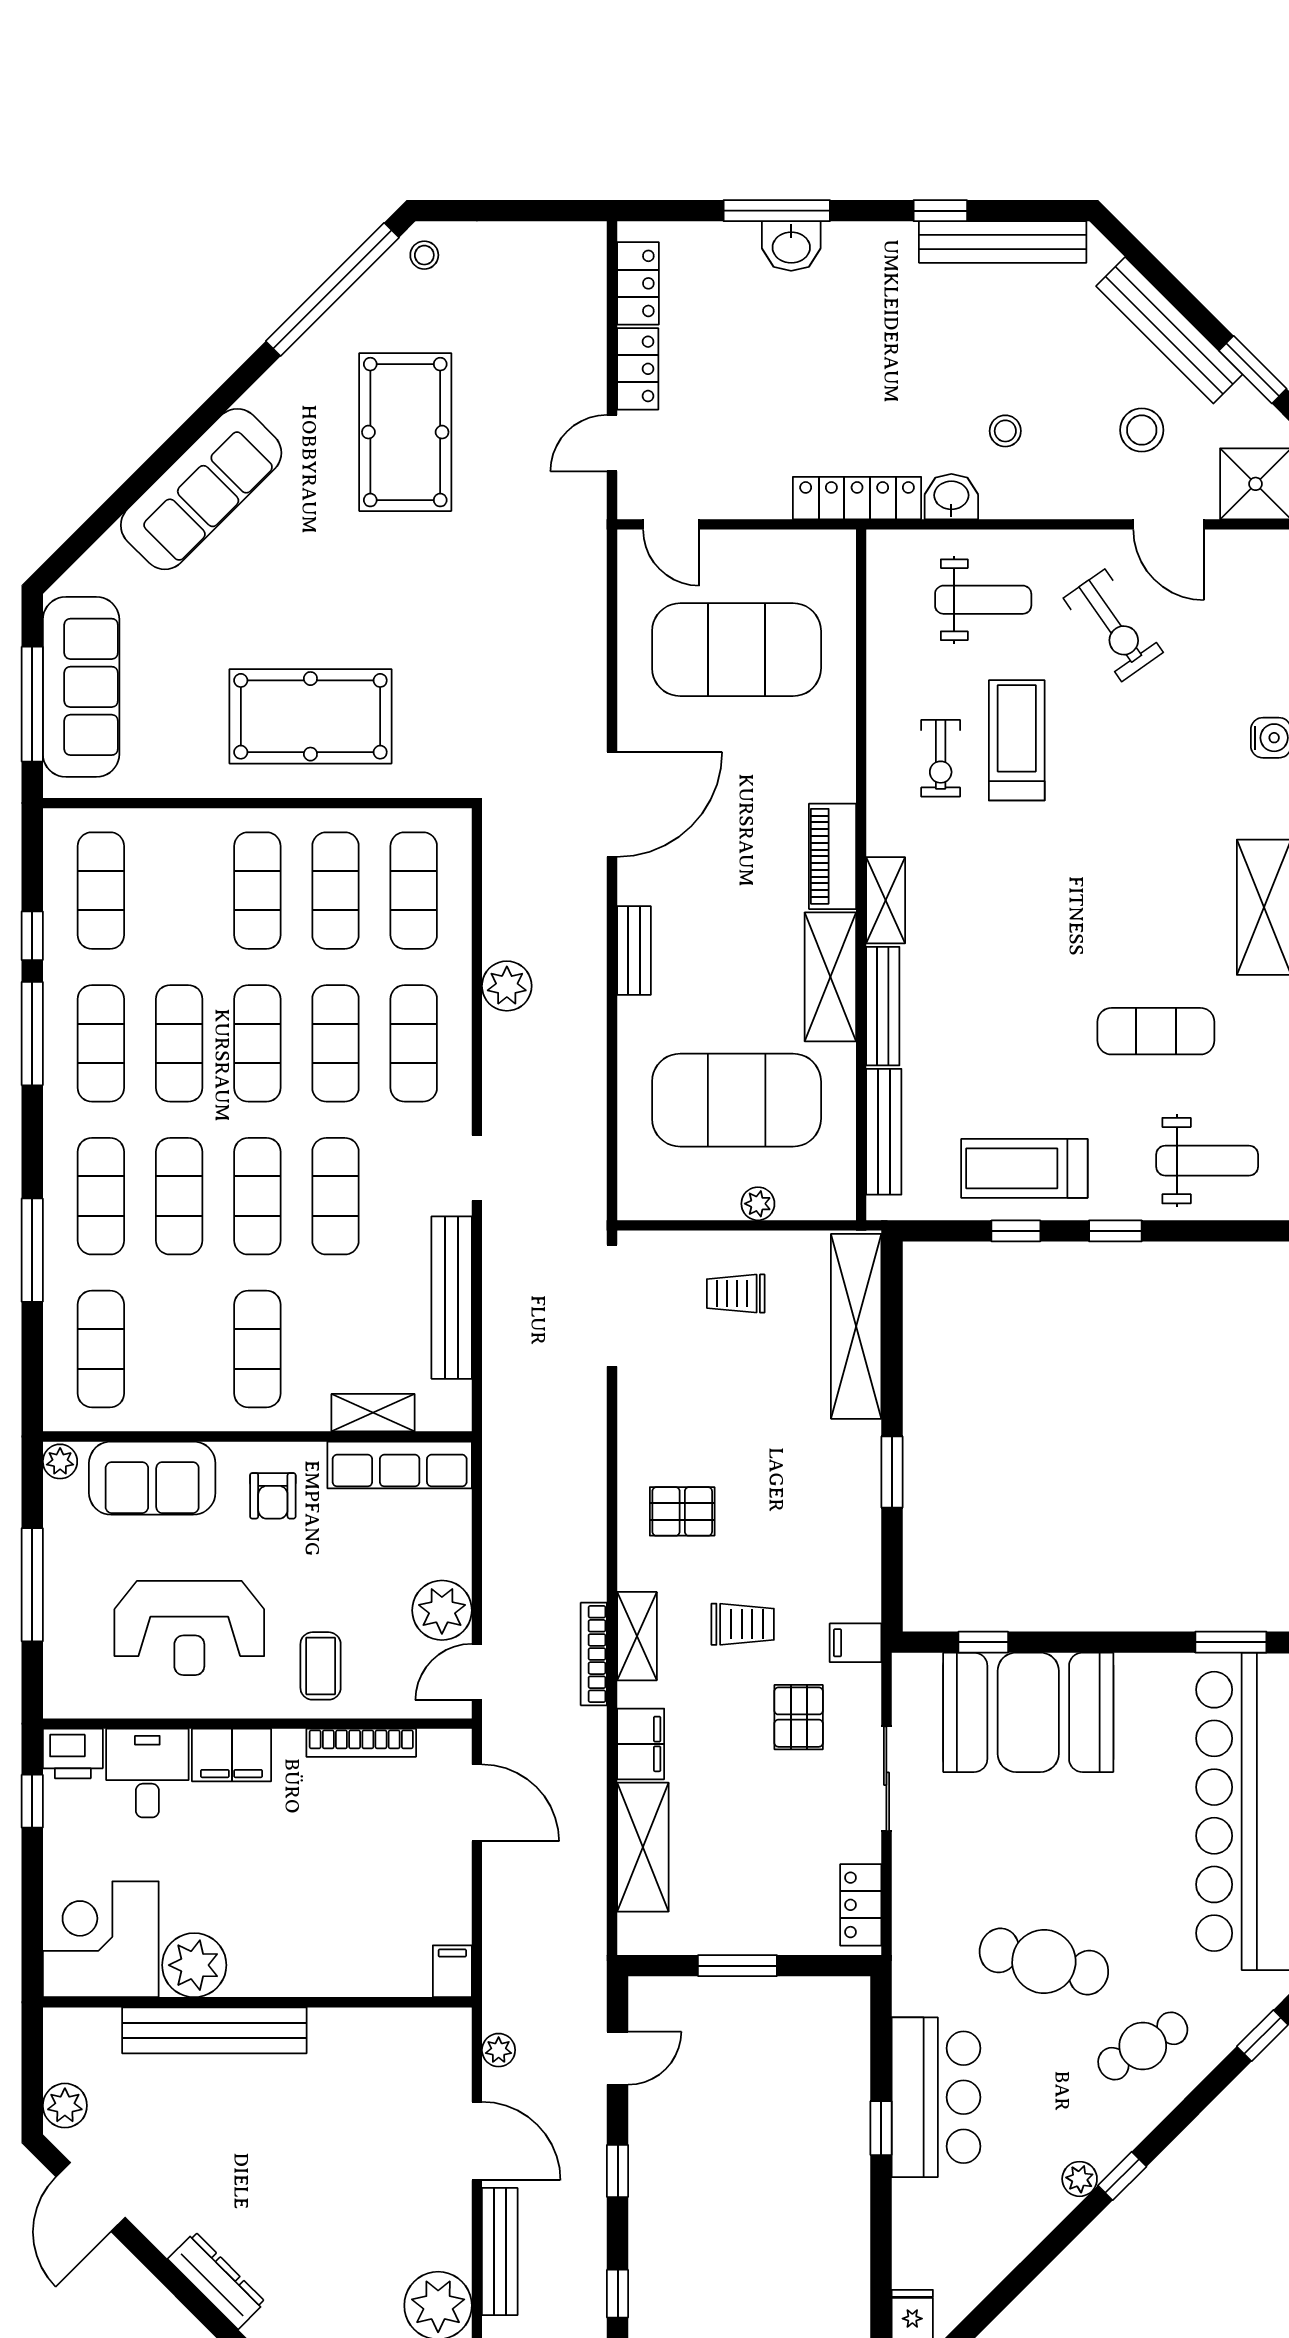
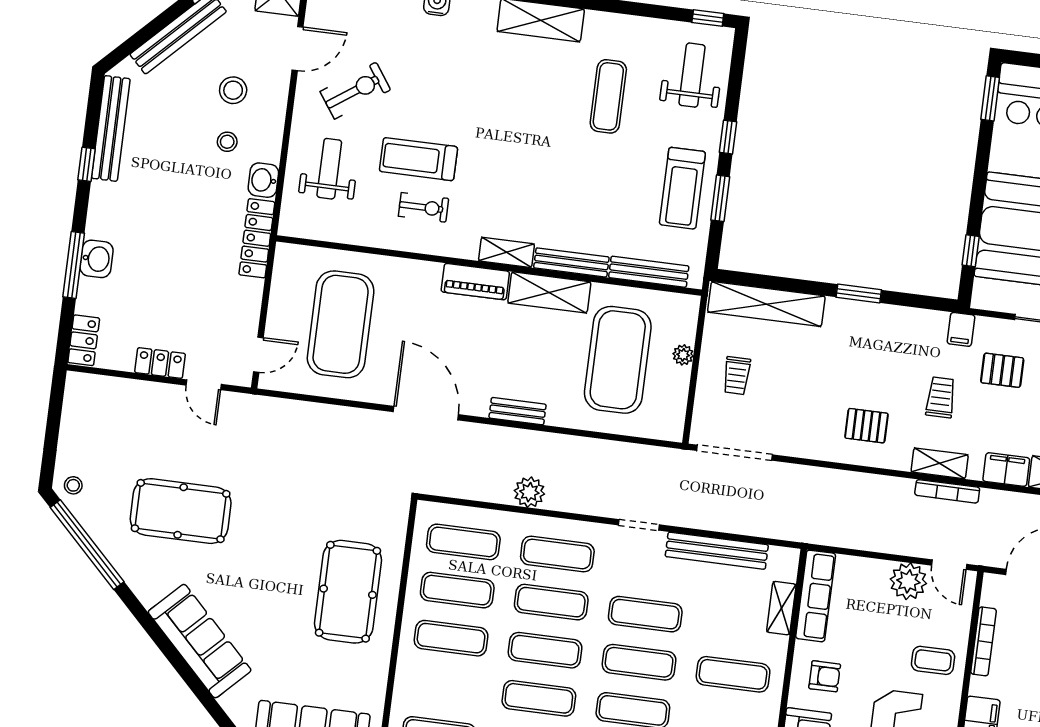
locker: (638, 283) -> (84, 340), moved, turned 90
stool: (1142, 430) -> (233, 90), moved
window: (1016, 1231) -> (720, 198), width x1.50
pallet: (682, 1511) -> (866, 426), turned 90

